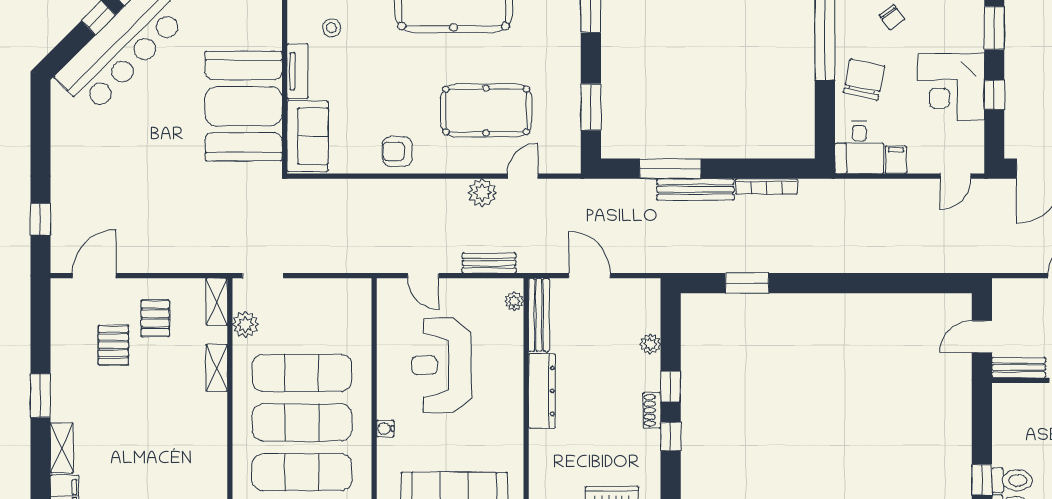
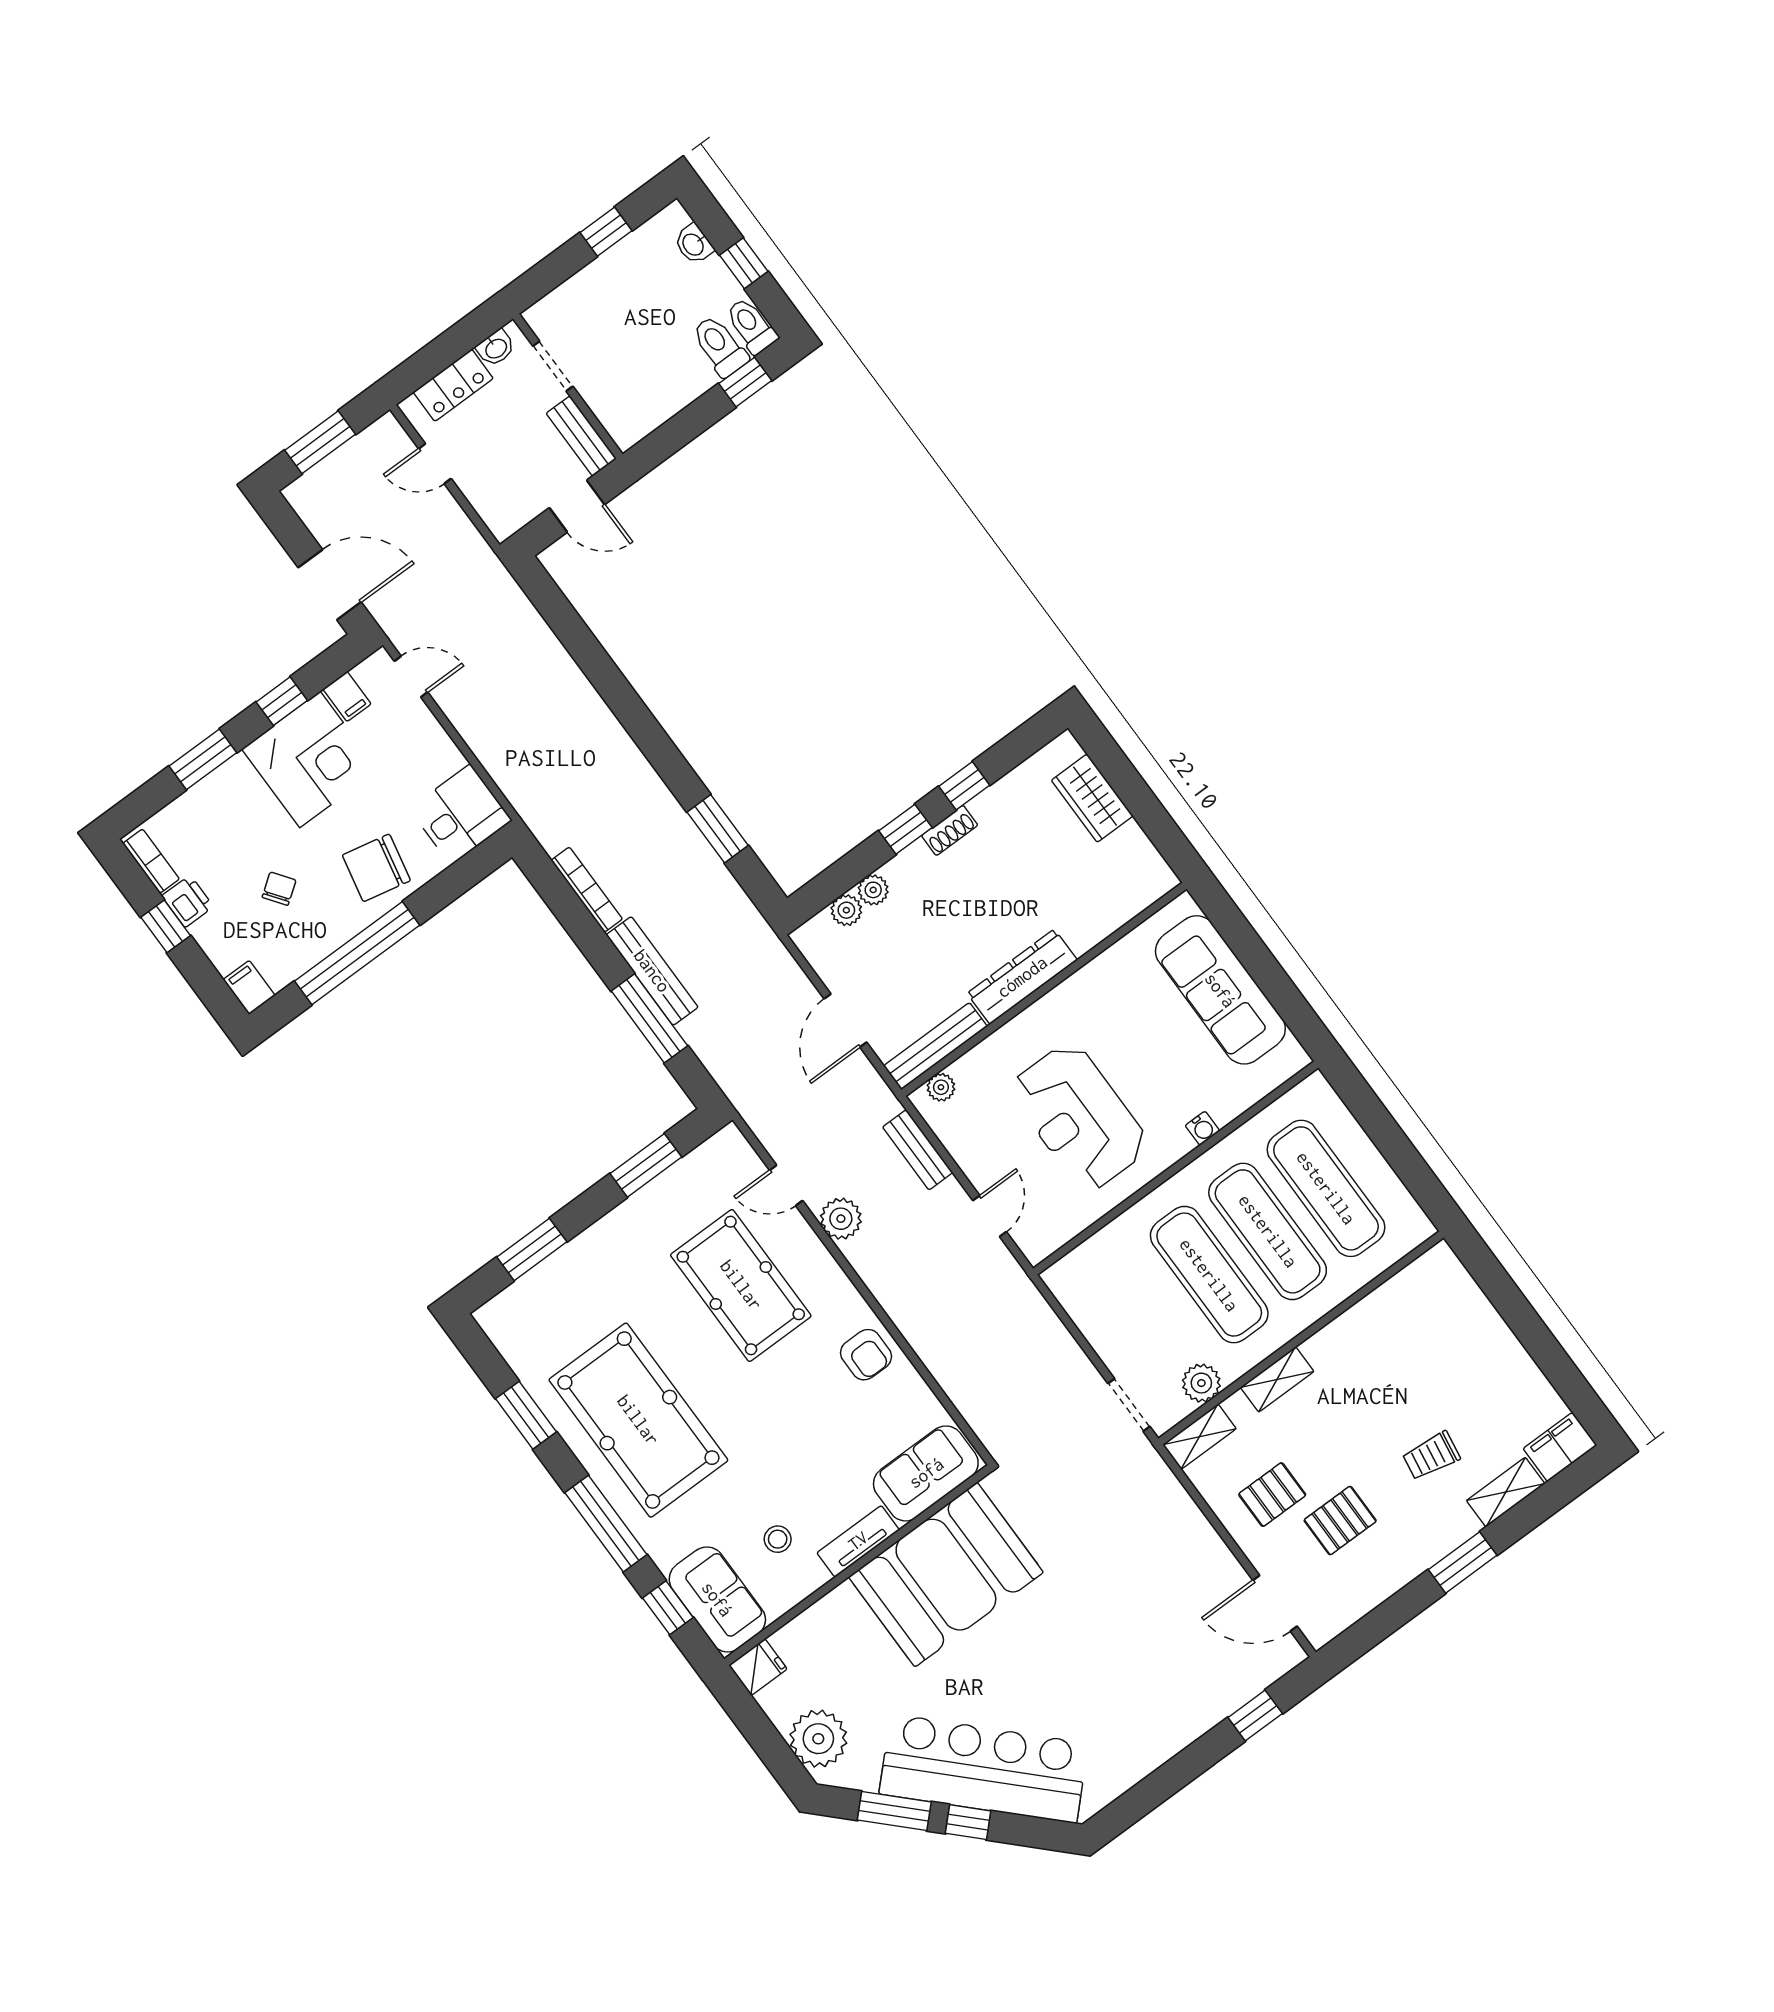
filing cabinet: (896, 160) -> (347, 696), moved, turned -90
plant: (650, 321) -> (846, 910), added
reception desk: (442, 365) -> (1079, 1117), turned 90
trolley: (112, 422) -> (1431, 1456), added

